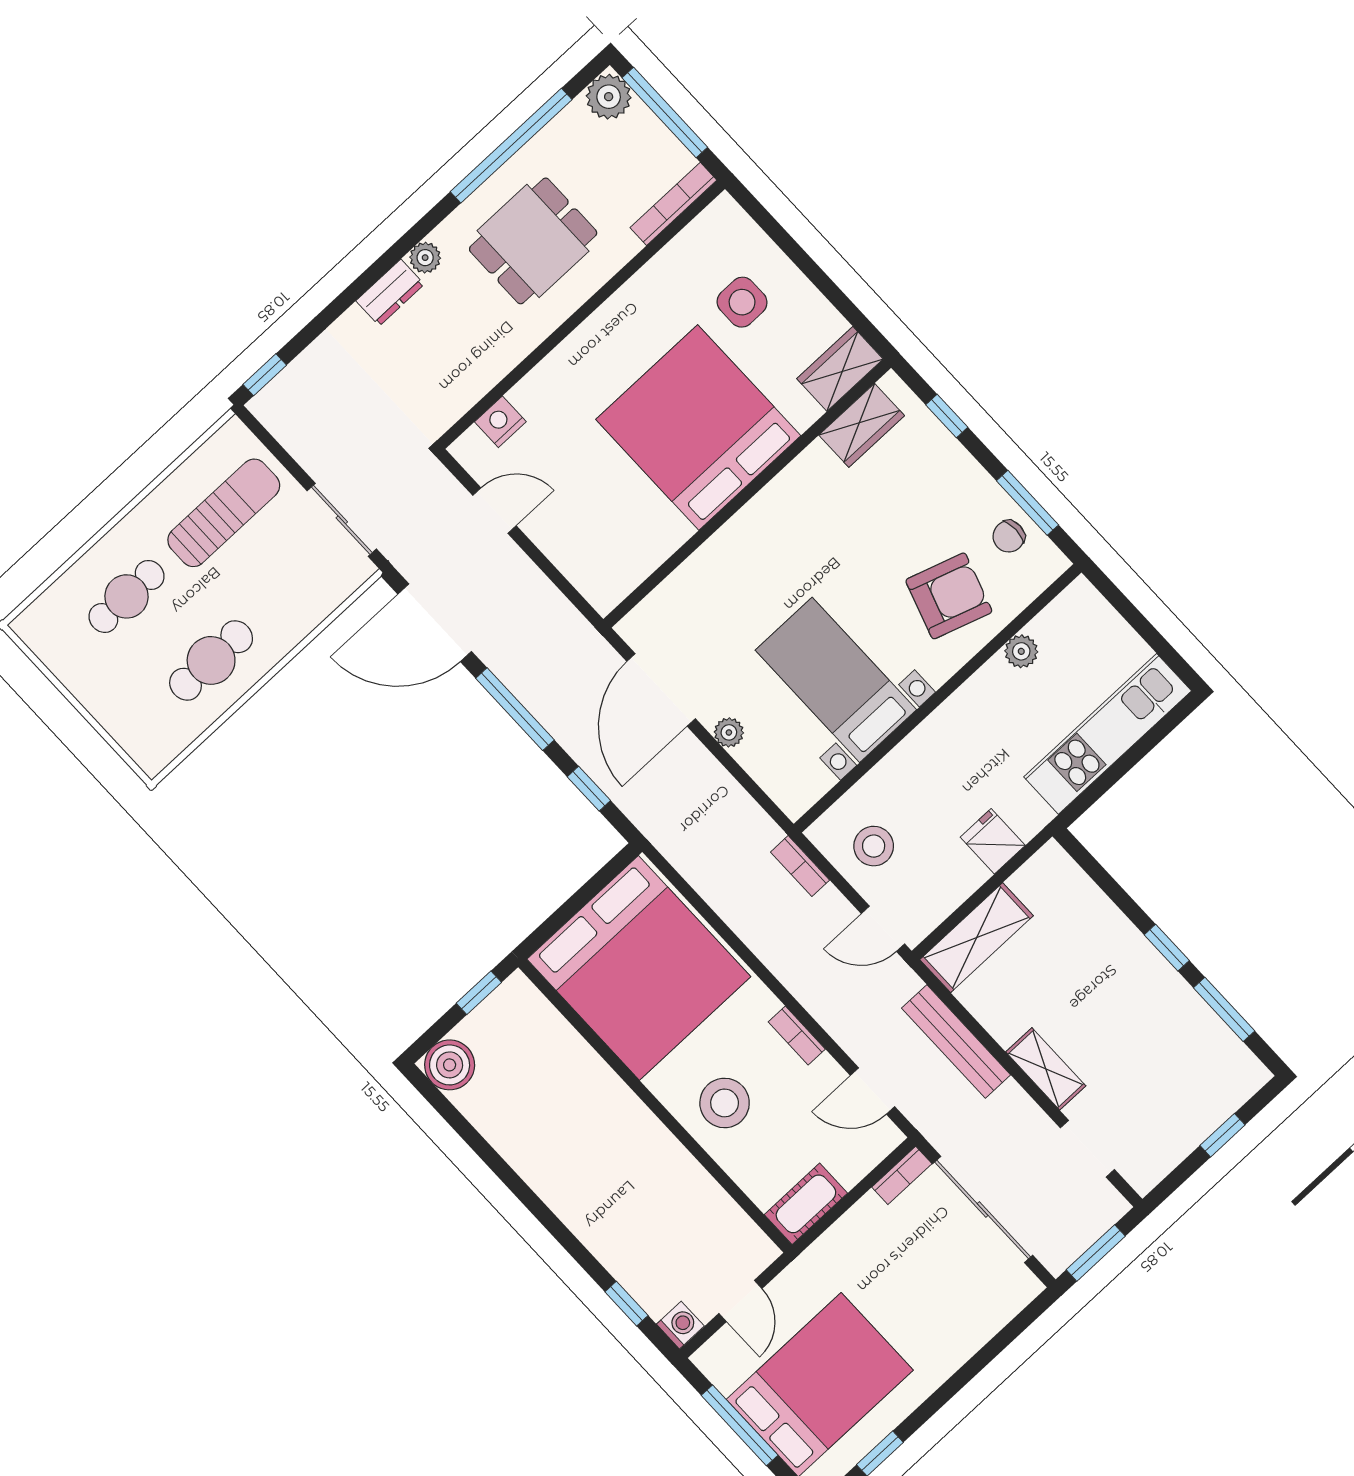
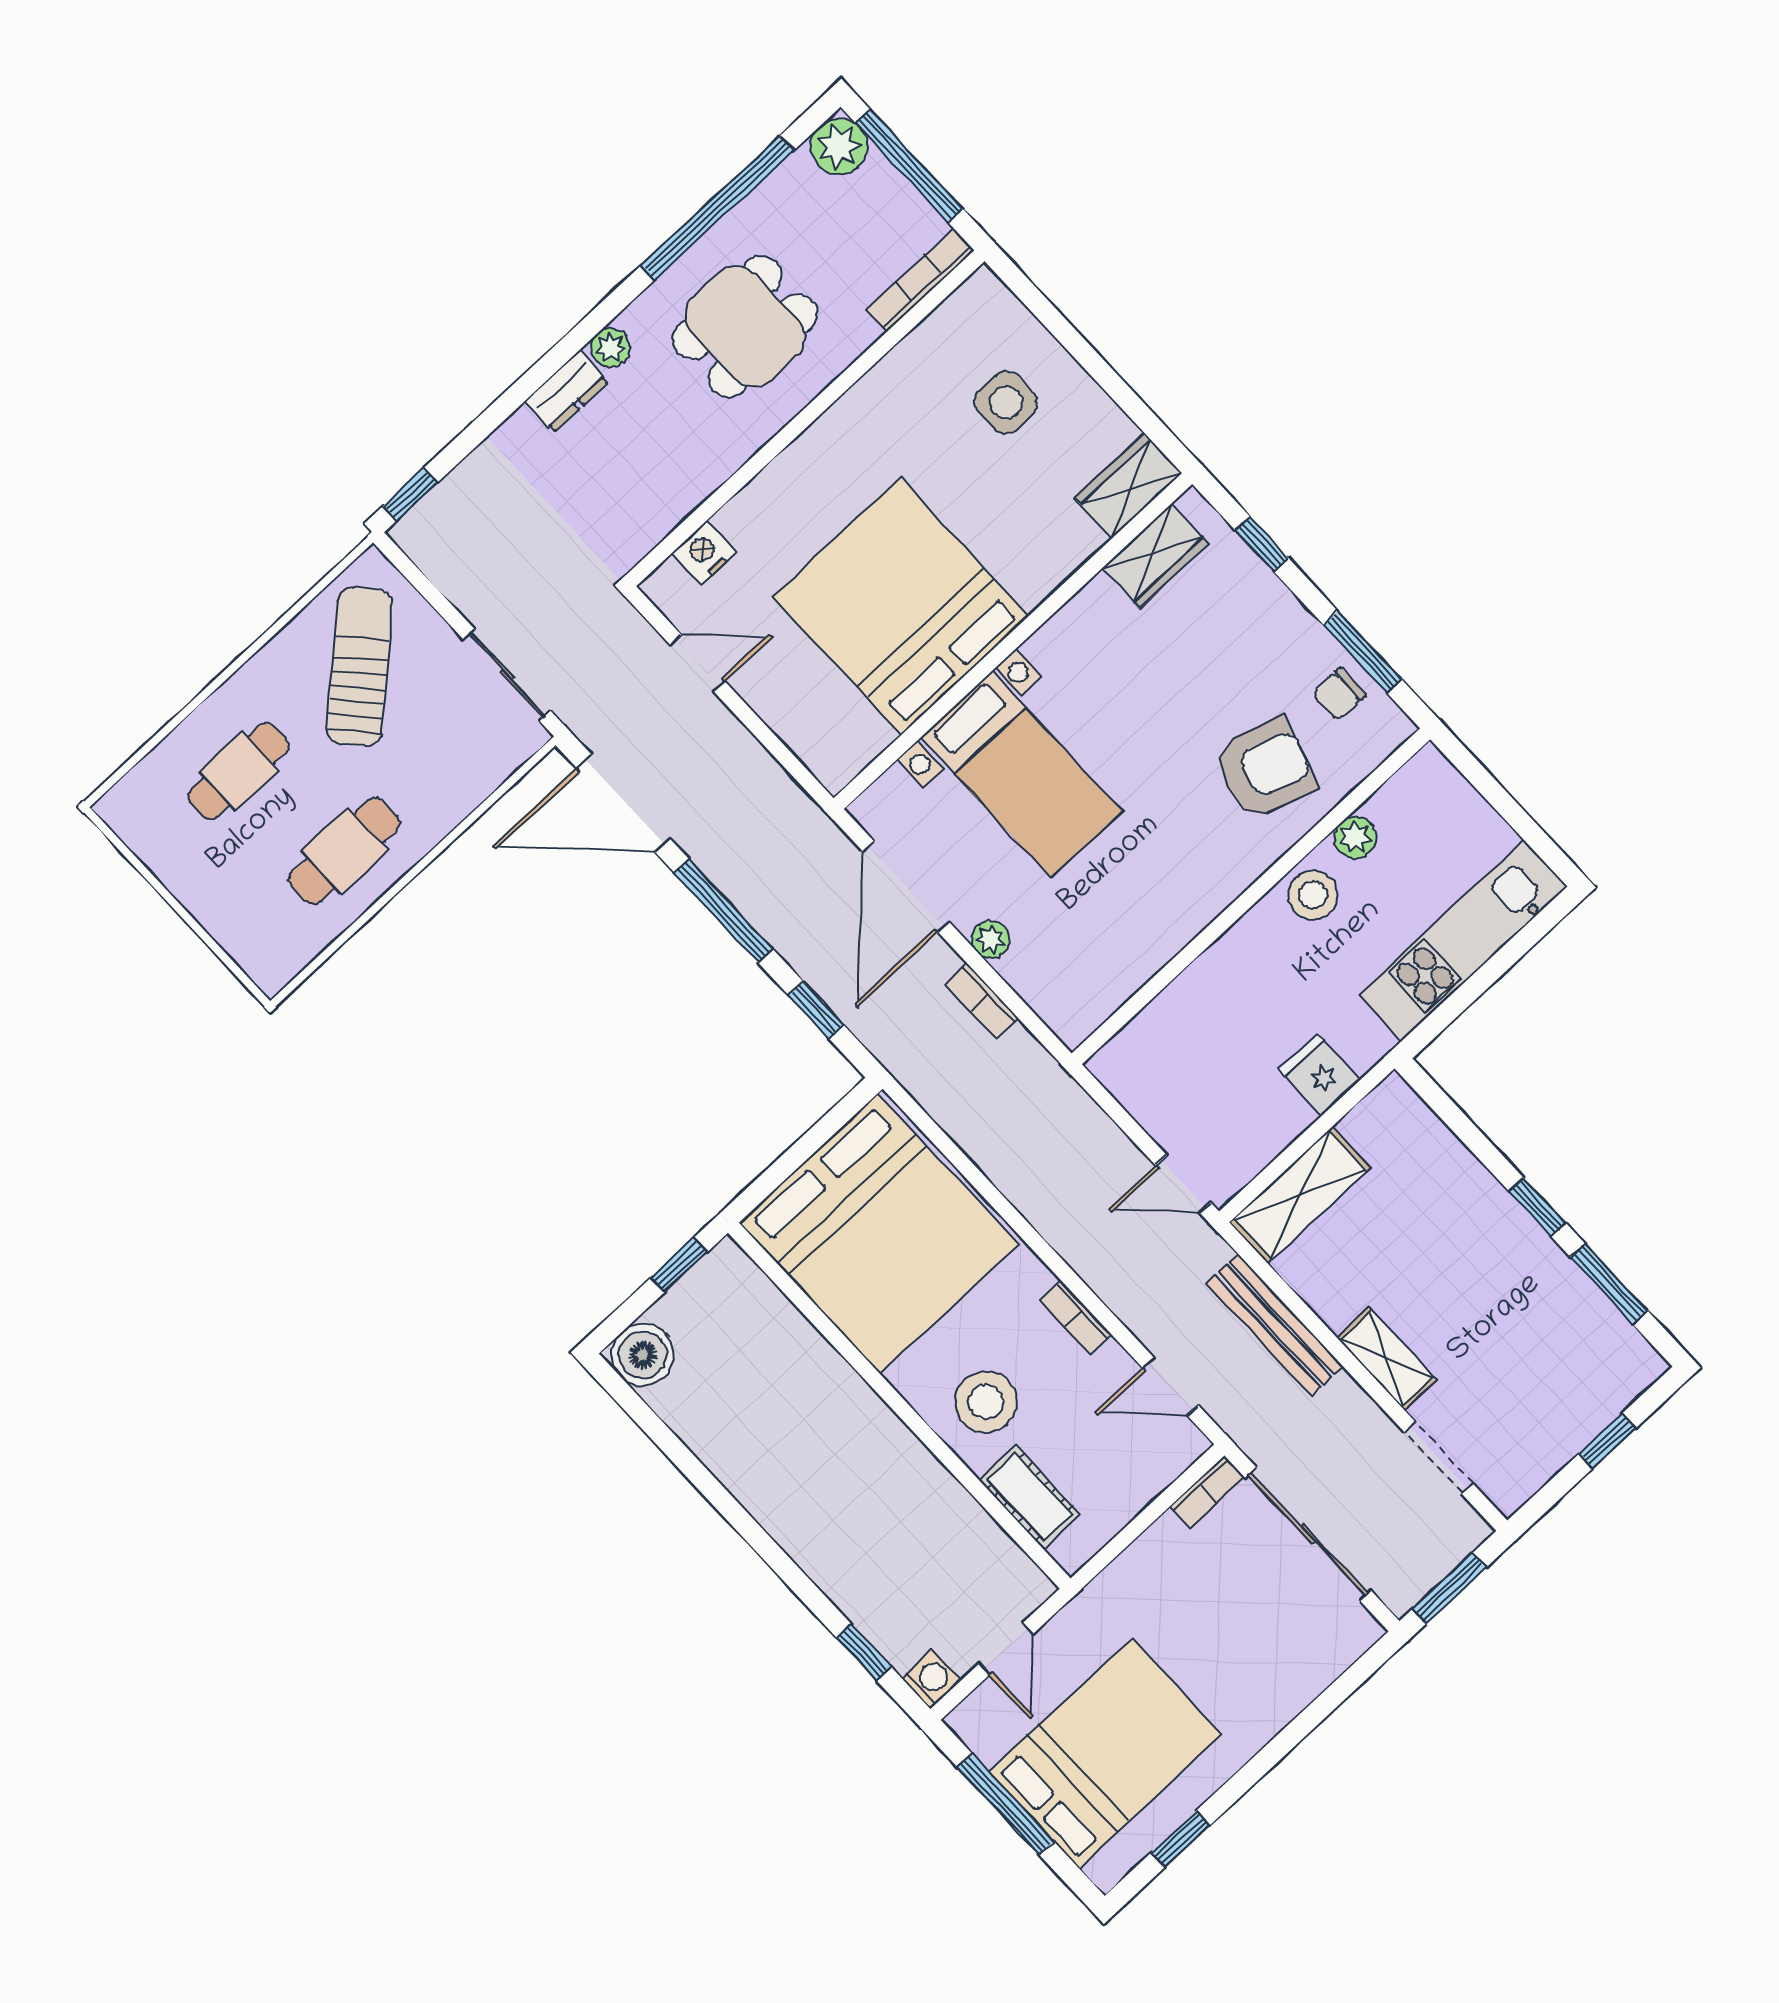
bed: (698, 428) -> (901, 606), moved
sun lounger: (224, 513) -> (360, 666), turned -42
bed with nightstands: (836, 680) -> (1021, 774), moved, turned 180
stool: (874, 846) -> (1313, 895), moved
bookcase: (800, 866) -> (982, 1001), moved
cot: (806, 1204) -> (1030, 1497), moved, turned 90

